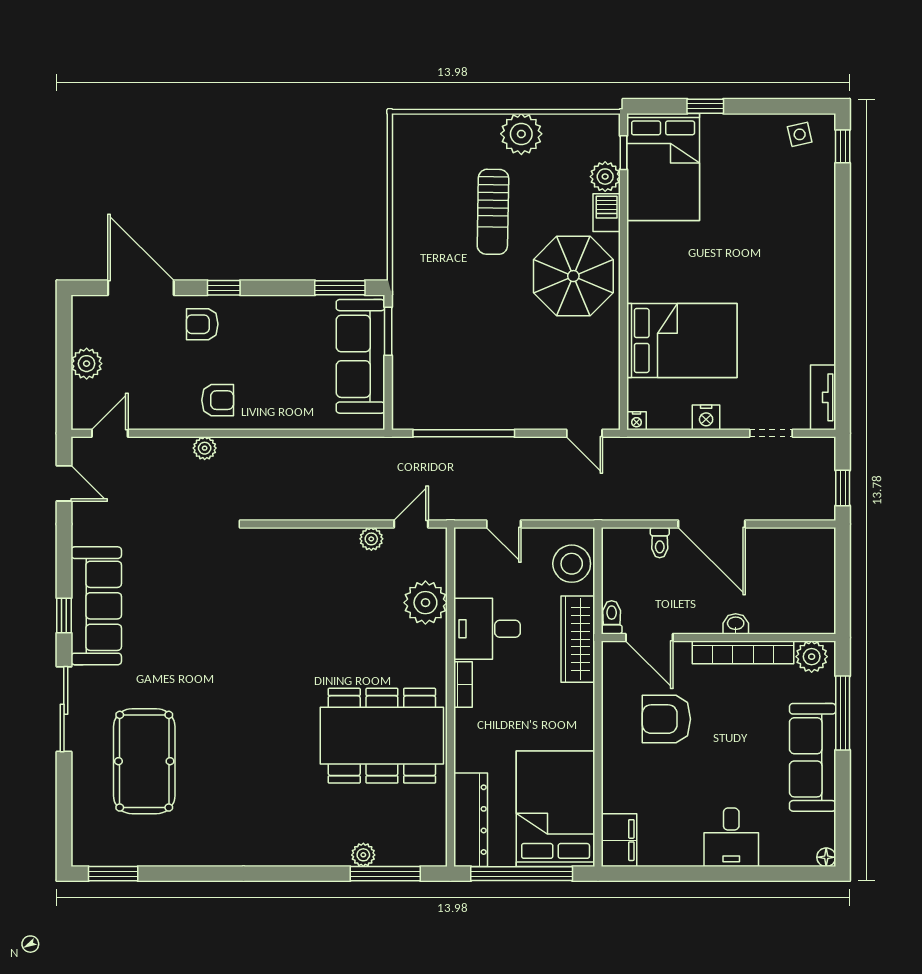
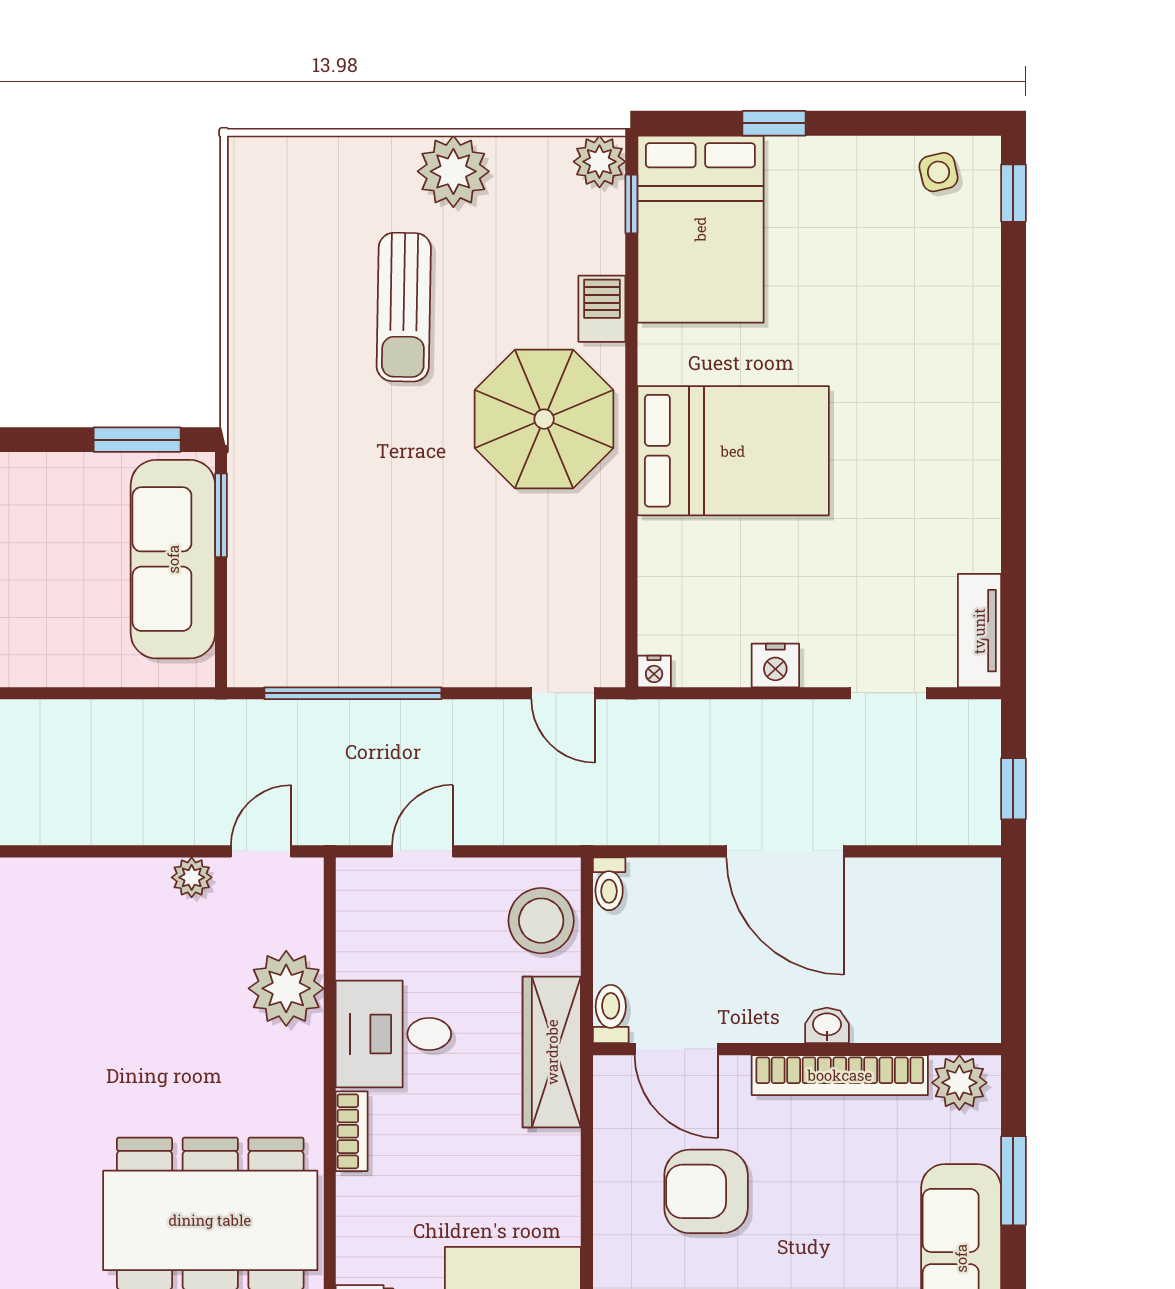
plant: (605, 177) -> (599, 162), moved
bed: (682, 341) -> (733, 451), moved
door: (504, 524) -> (422, 851), swing flipped
toilet: (660, 543) -> (609, 884), moved
window: (843, 713) -> (1013, 1181), width x0.69

